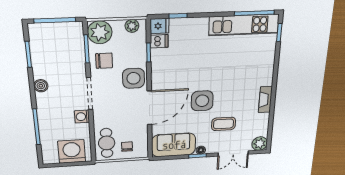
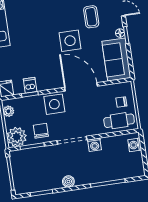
dishwasher: (159, 41) -> (30, 85), moved
washing machine: (72, 151) -> (135, 145), width x0.53, depth x0.53

